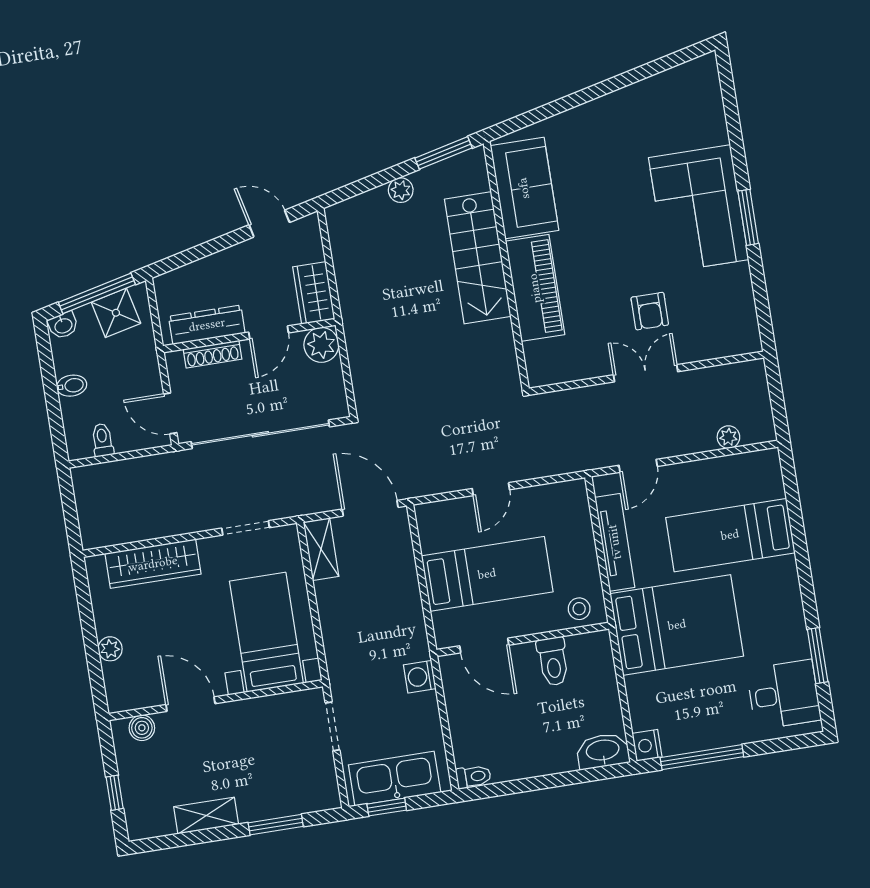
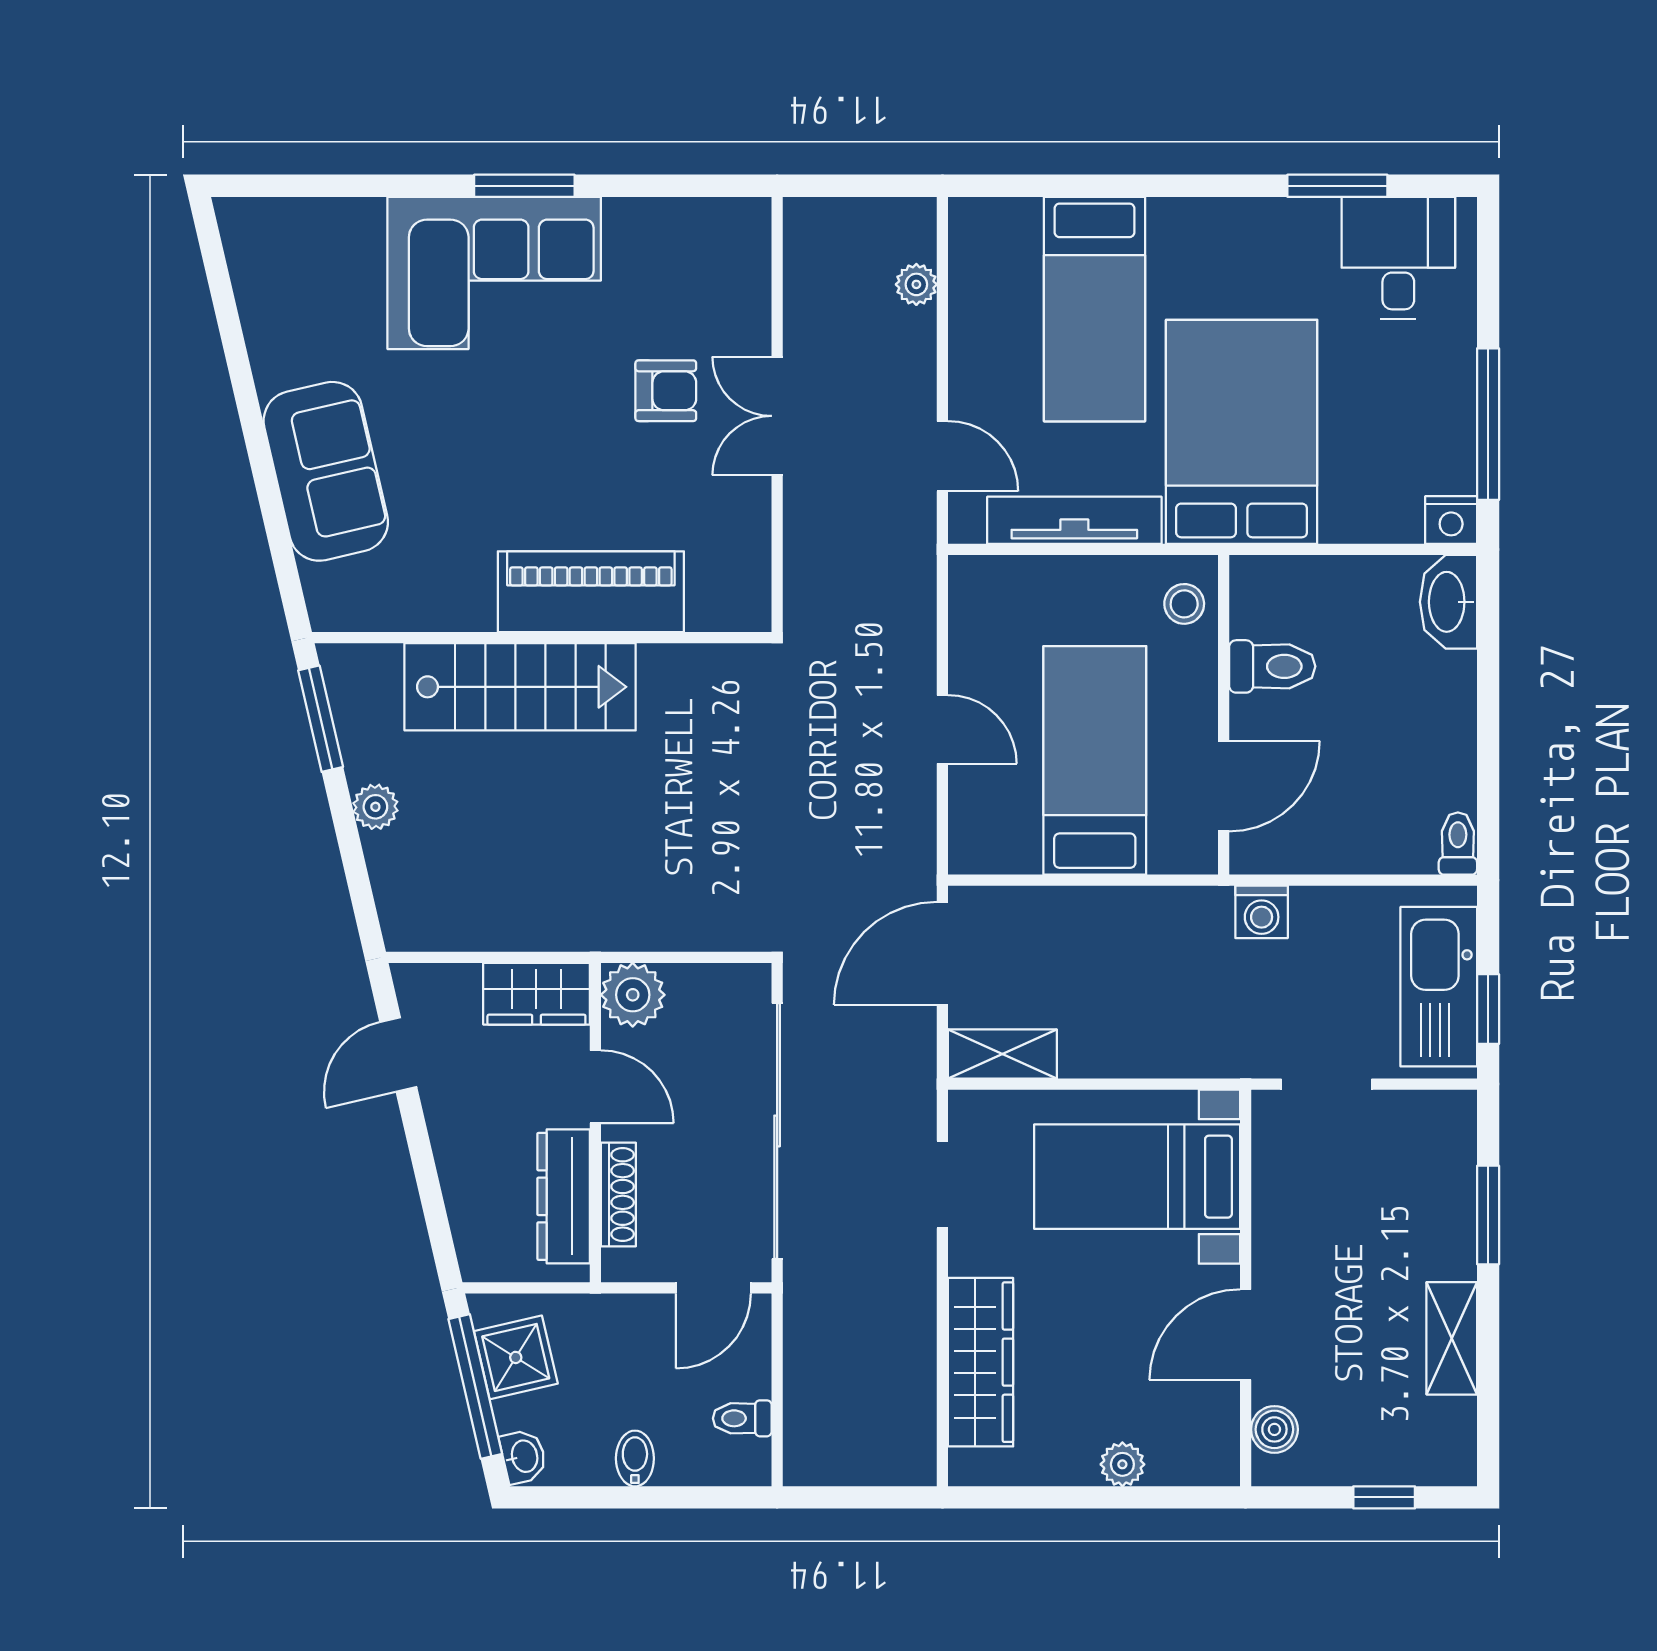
sofa: (524, 188) -> (326, 471), moved, turned 77

